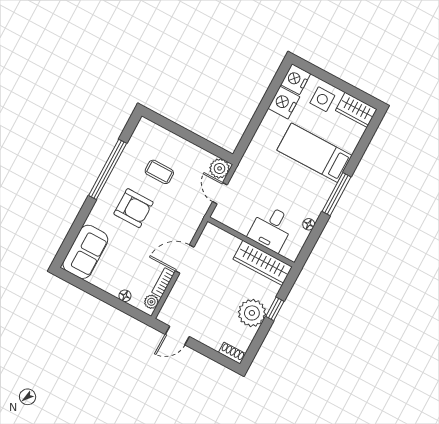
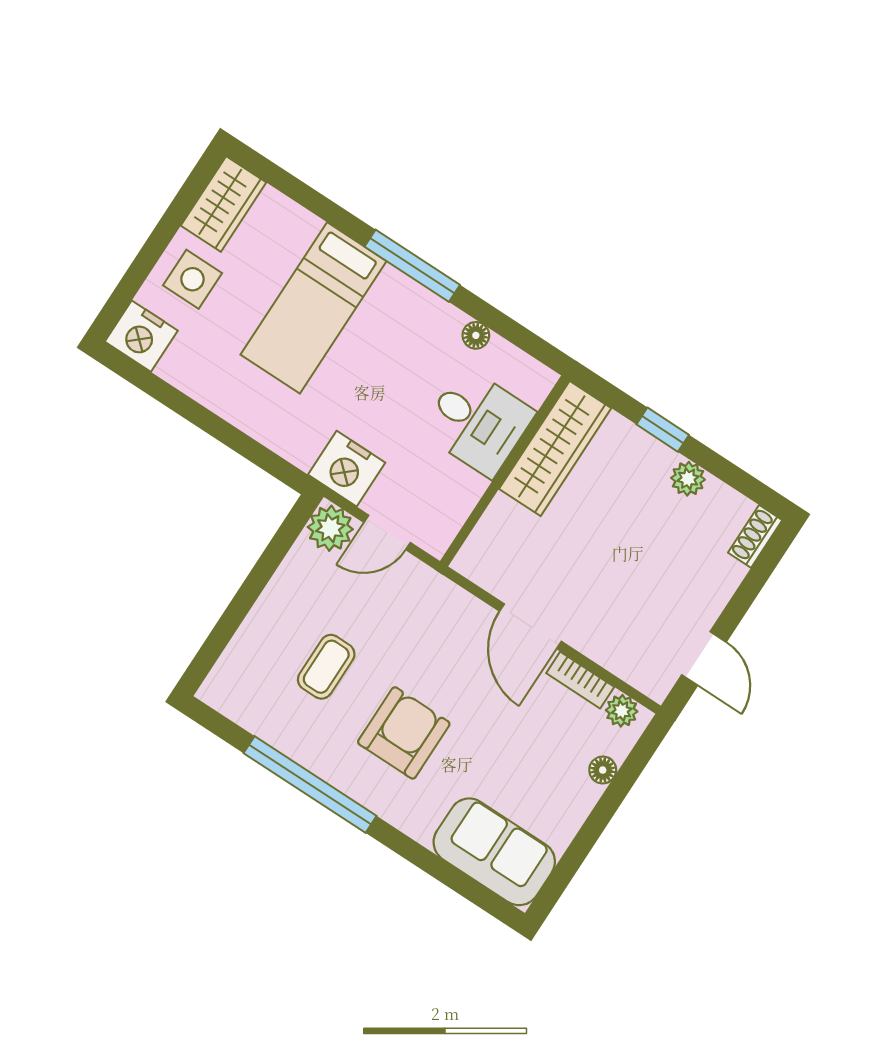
nightstand: (284, 103) -> (347, 469), moved
plant: (252, 313) -> (688, 479), width x0.53, depth x0.53

